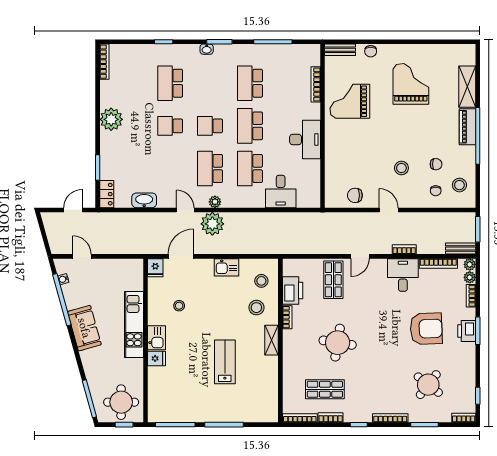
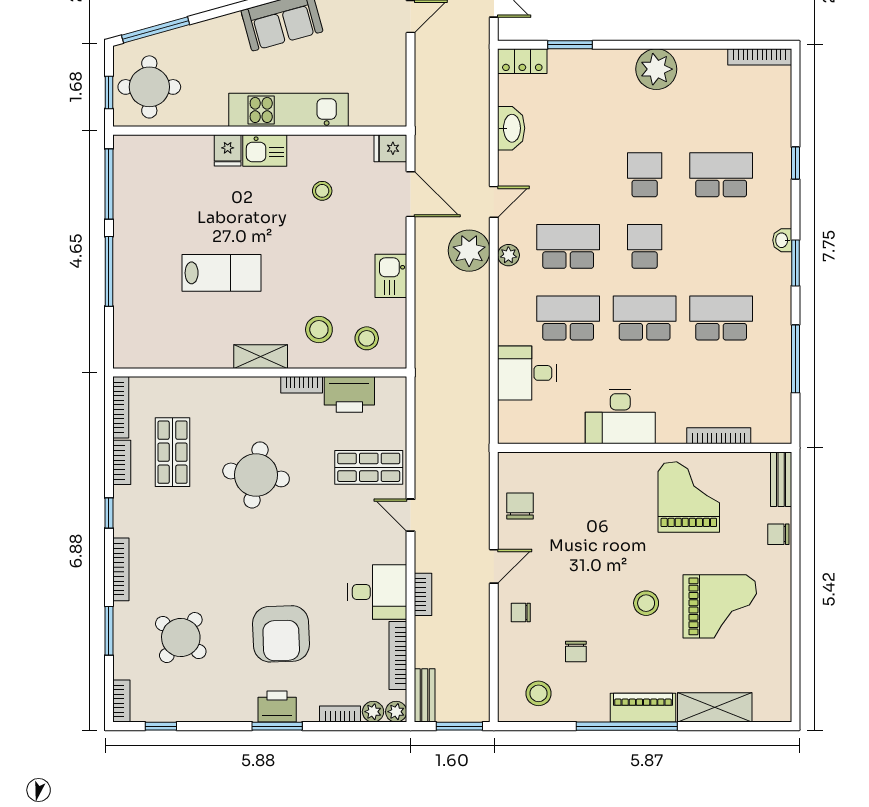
stool: (401, 168) -> (646, 603), moved
chair: (436, 191) -> (521, 612), moved

